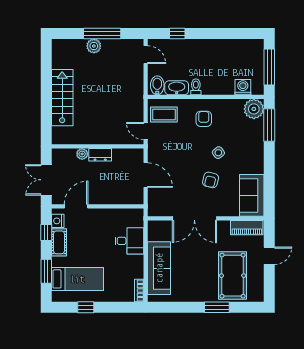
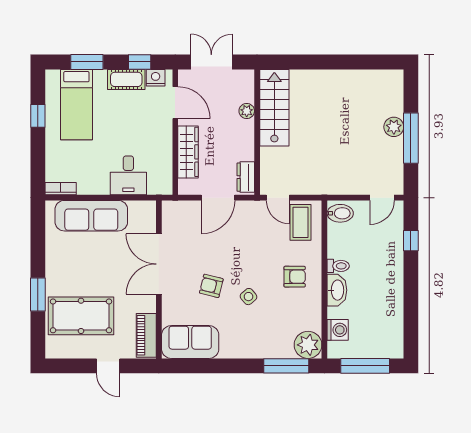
washbasin: (177, 88) -> (337, 290), moved
stairs: (62, 98) -> (274, 108), moved, turned -90
door: (146, 131) -> (278, 198), swing flipped
dresser: (100, 155) -> (246, 177), moved
wardrobe: (112, 197) -> (188, 152), added

